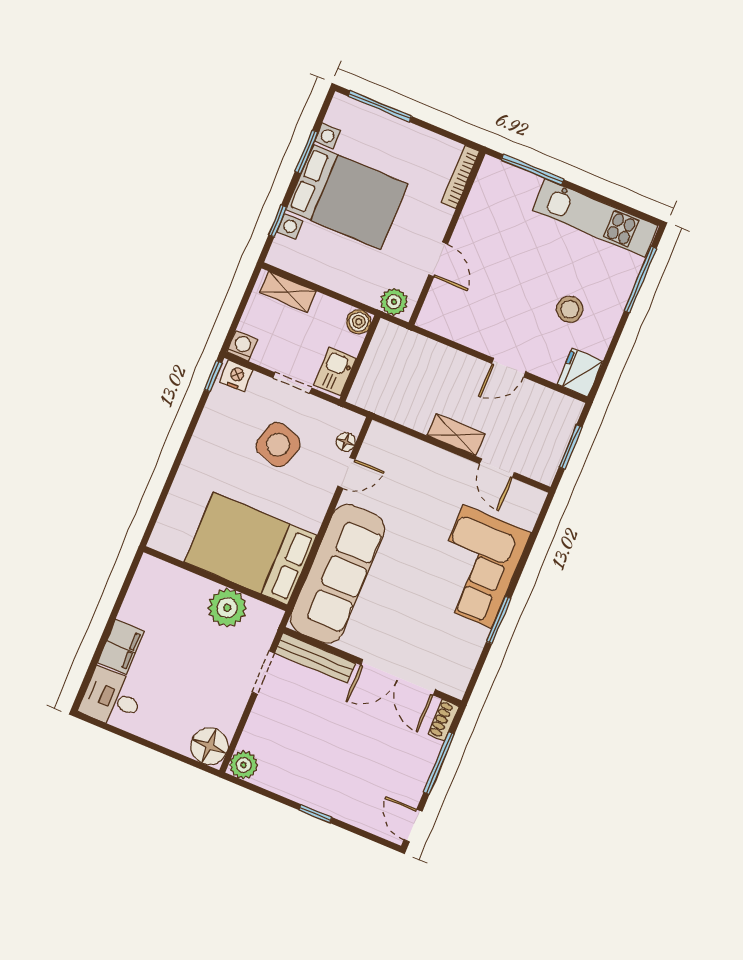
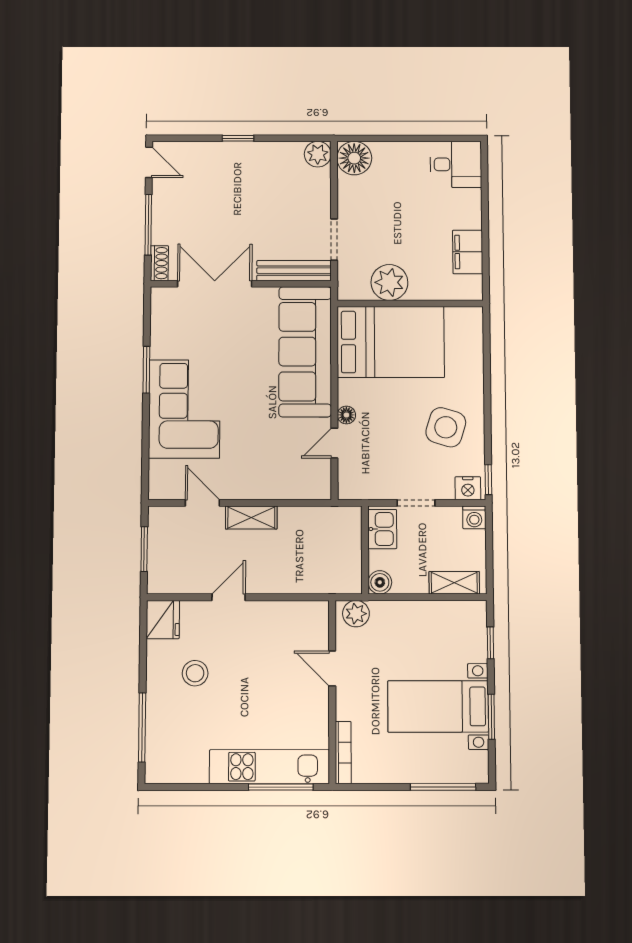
bed with nightstands: (347, 197) -> (438, 706), width x0.73
kitchen unit: (595, 218) -> (269, 767), moved
floor lamp: (346, 442) -> (346, 415), moved
side table: (278, 445) -> (446, 427), moved
filing cabinet: (121, 647) -> (468, 252), moved

